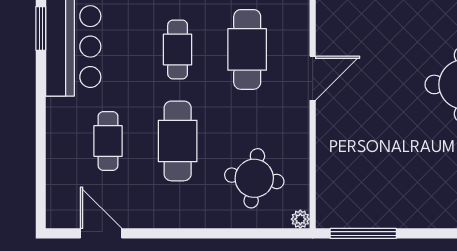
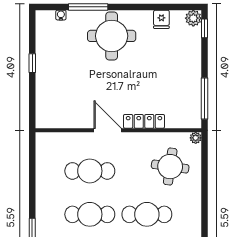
cafe table: (178, 49) -> (90, 214), width x1.37, depth x1.35
locker: (327, 136) -> (144, 121), added

